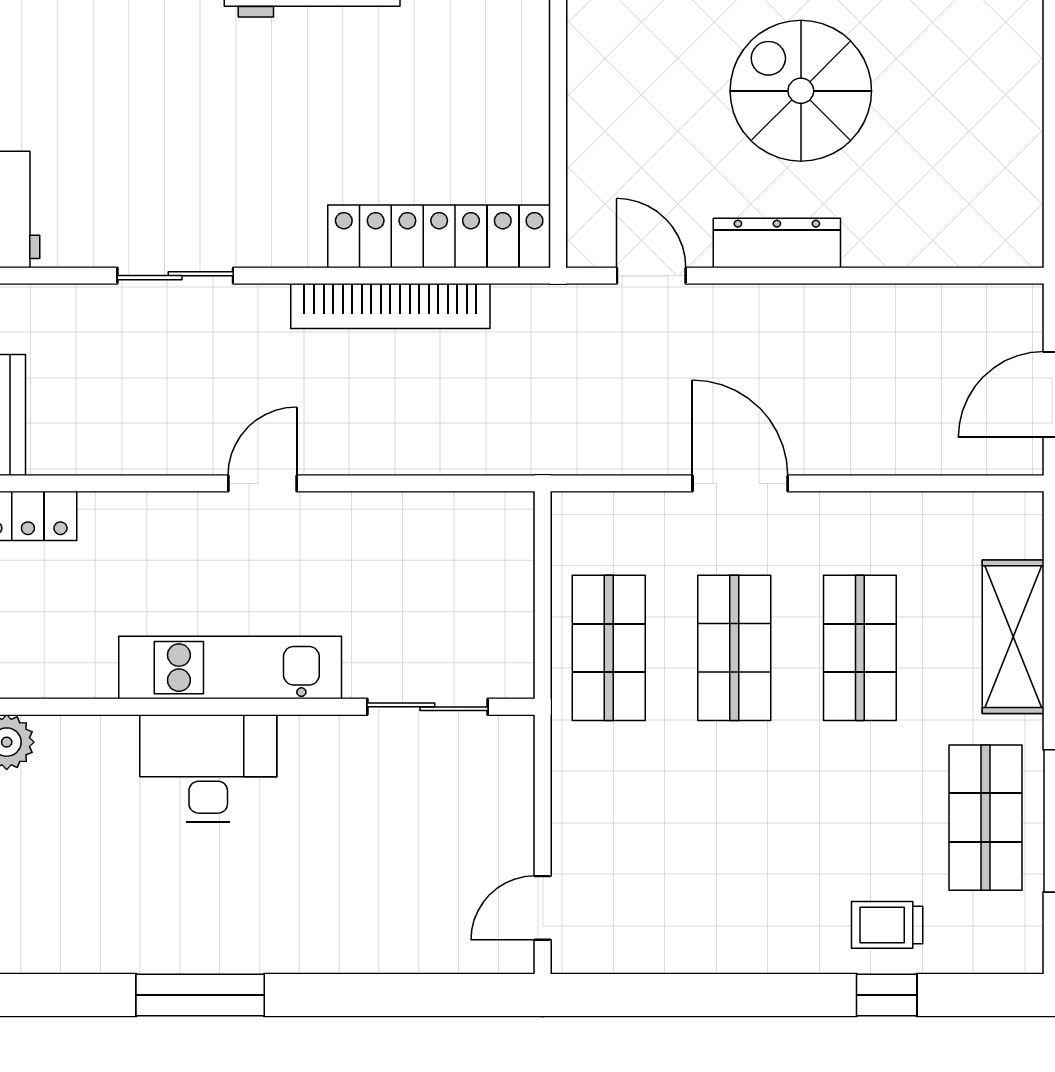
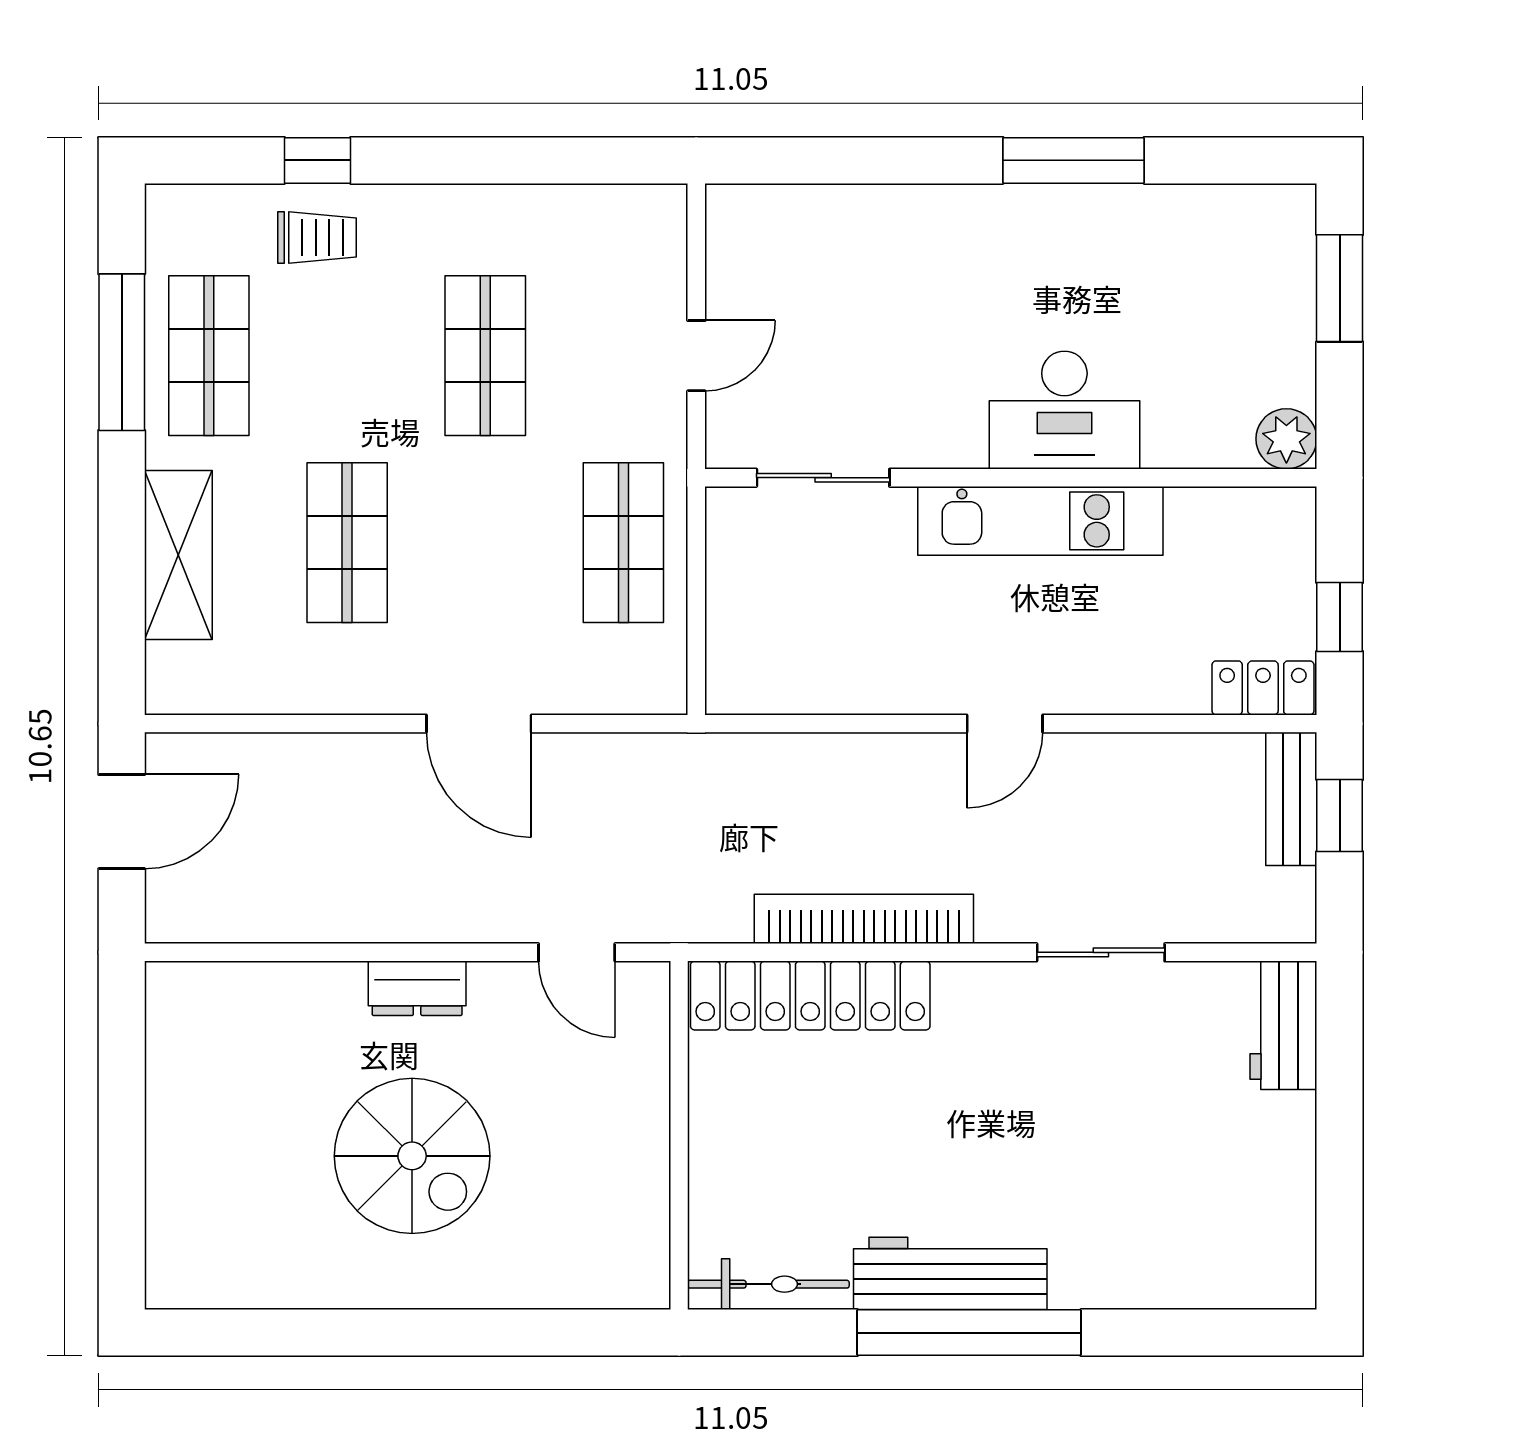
dresser: (777, 243) -> (417, 988), width x0.70
shop shelf: (734, 648) -> (485, 356), moved
door: (543, 908) -> (696, 356), moved

